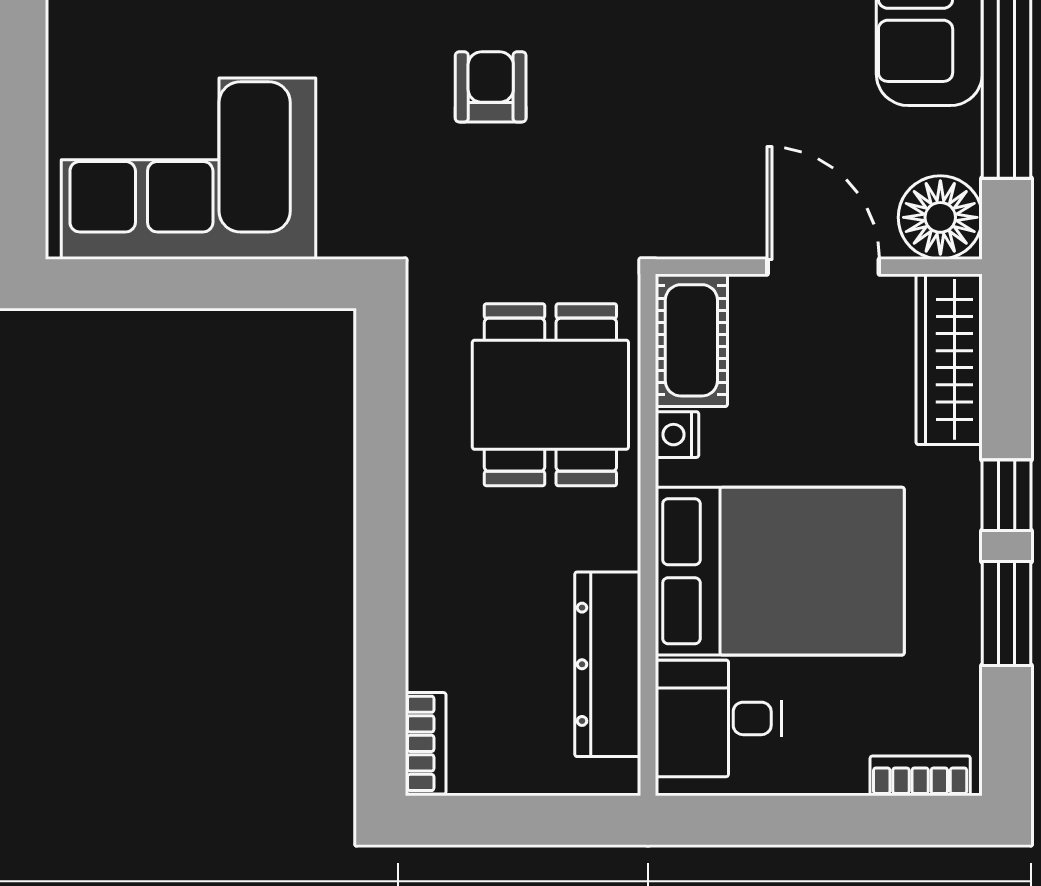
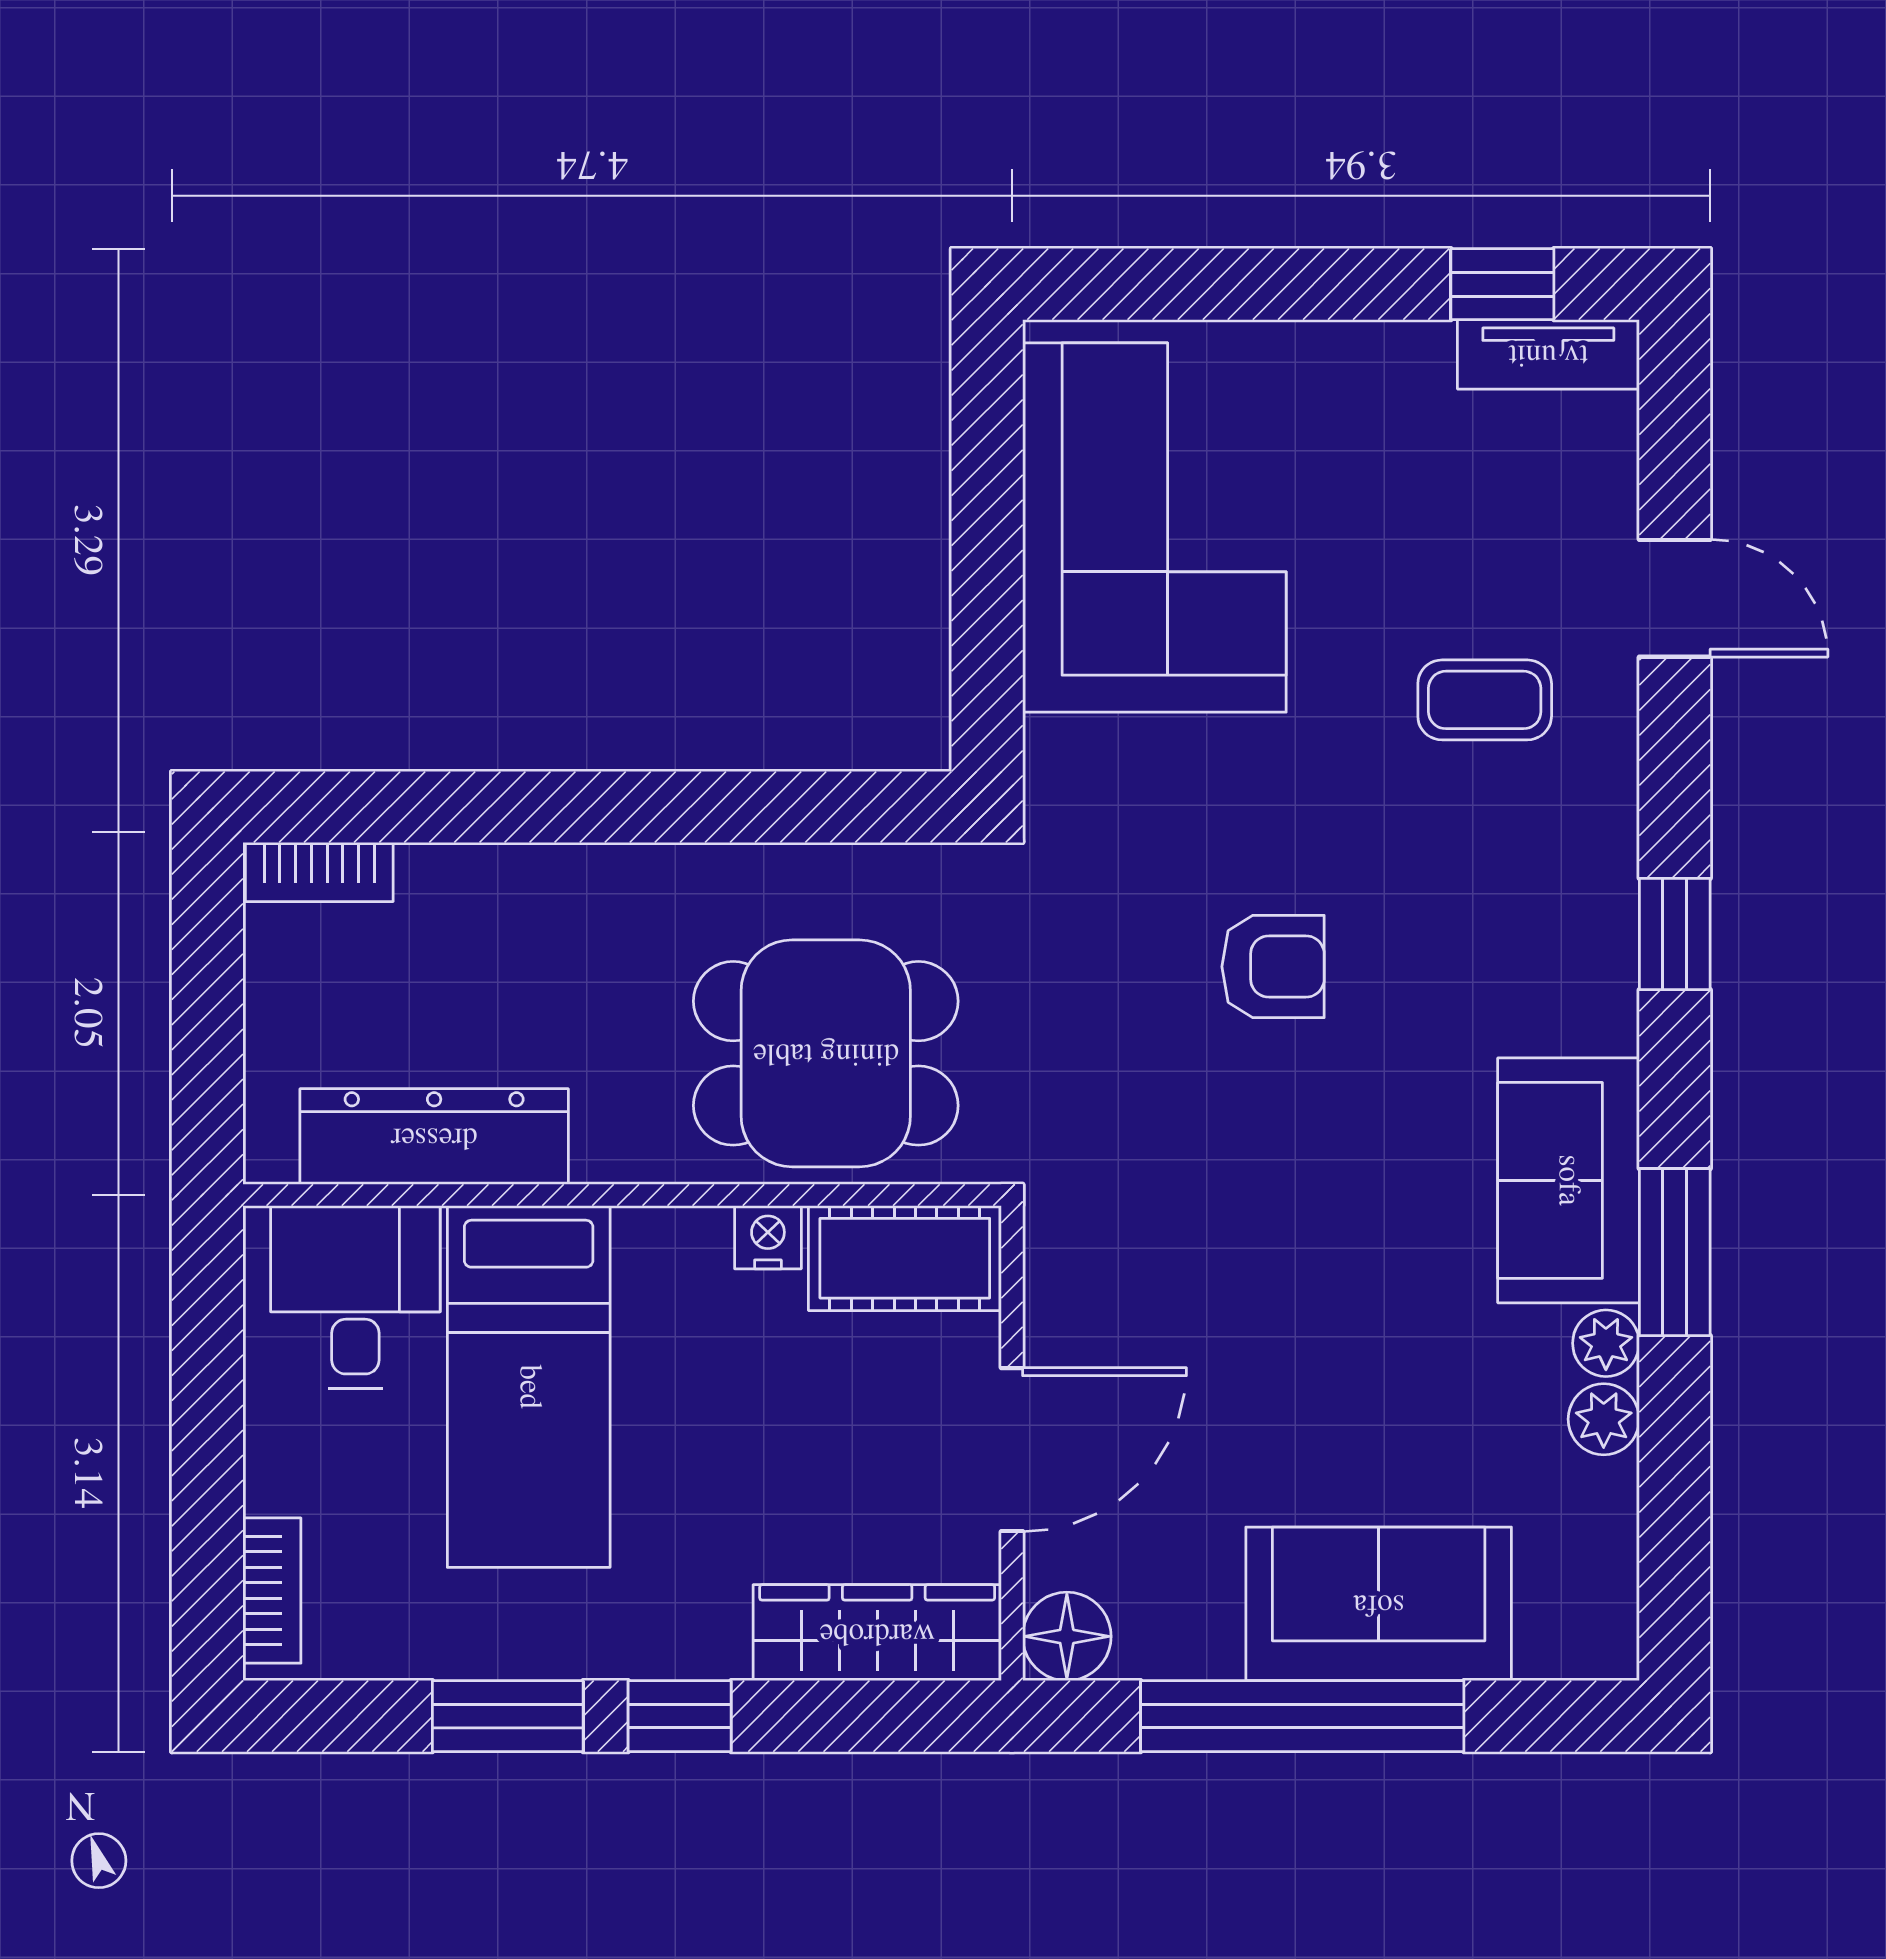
floor lamp: (940, 217) -> (1067, 1636), width x0.73, depth x0.73
bed: (780, 571) -> (529, 1387), width x0.67

